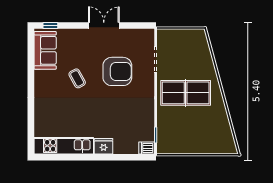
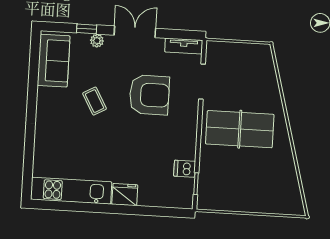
window: (50, 25) -> (87, 29), moved
plant: (76, 34) -> (97, 41), added
tv unit: (141, 34) -> (184, 46), added
dishwasher: (147, 148) -> (185, 169), moved

